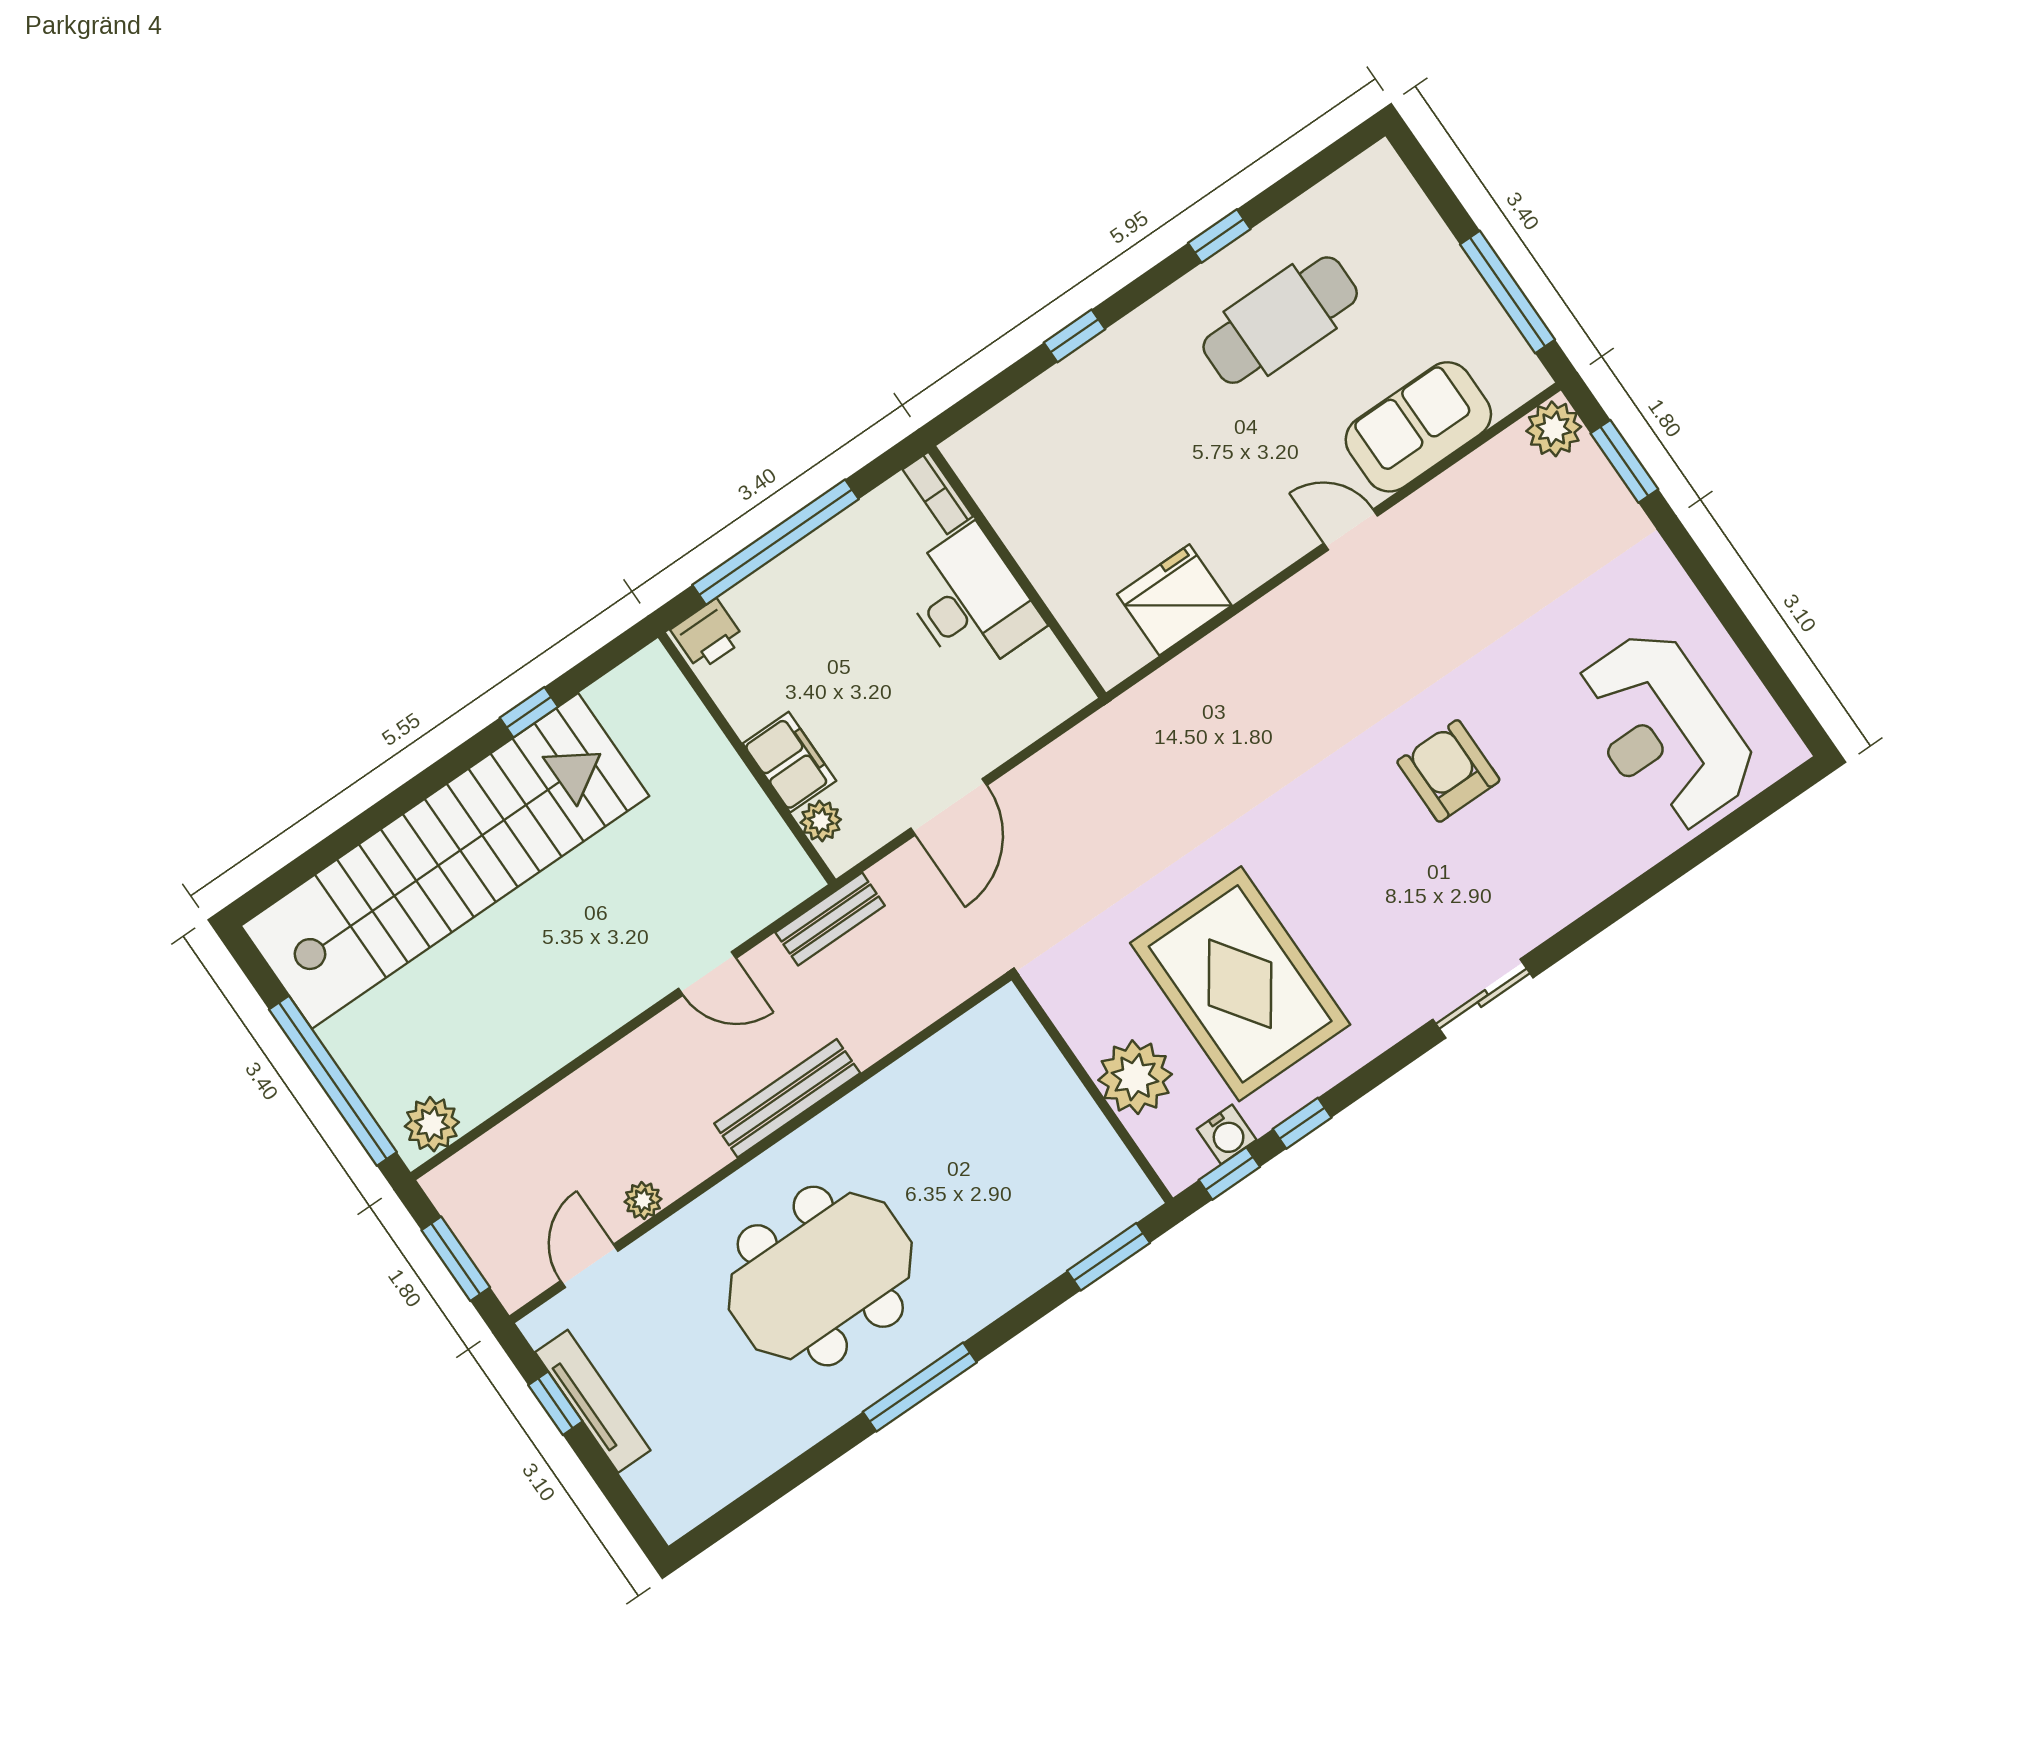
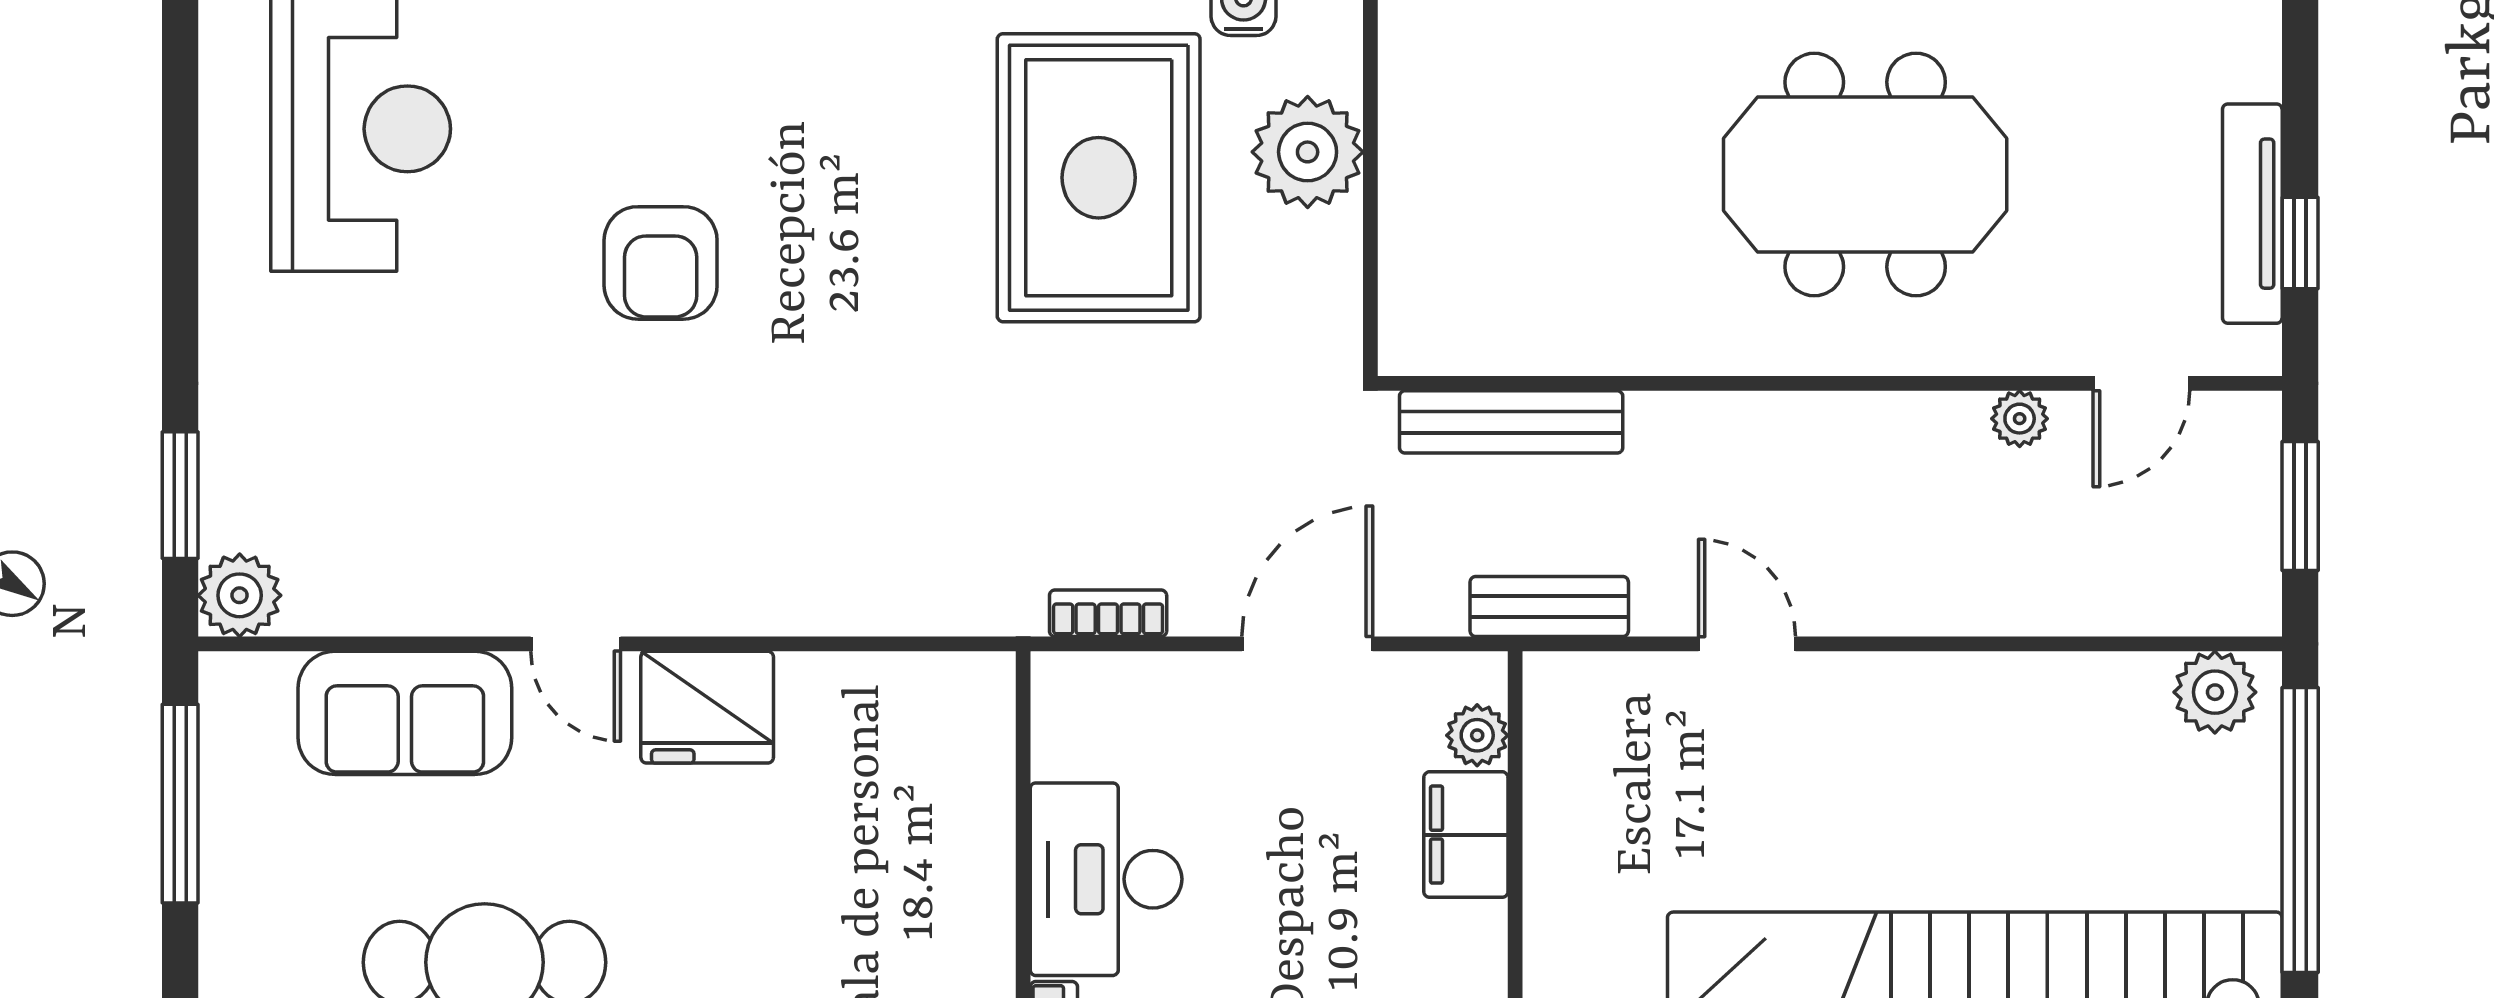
fridge: (1174, 600) -> (707, 707), moved
bookcase: (1070, 748) -> (1108, 613), added
bench: (787, 1098) -> (1511, 422), moved

